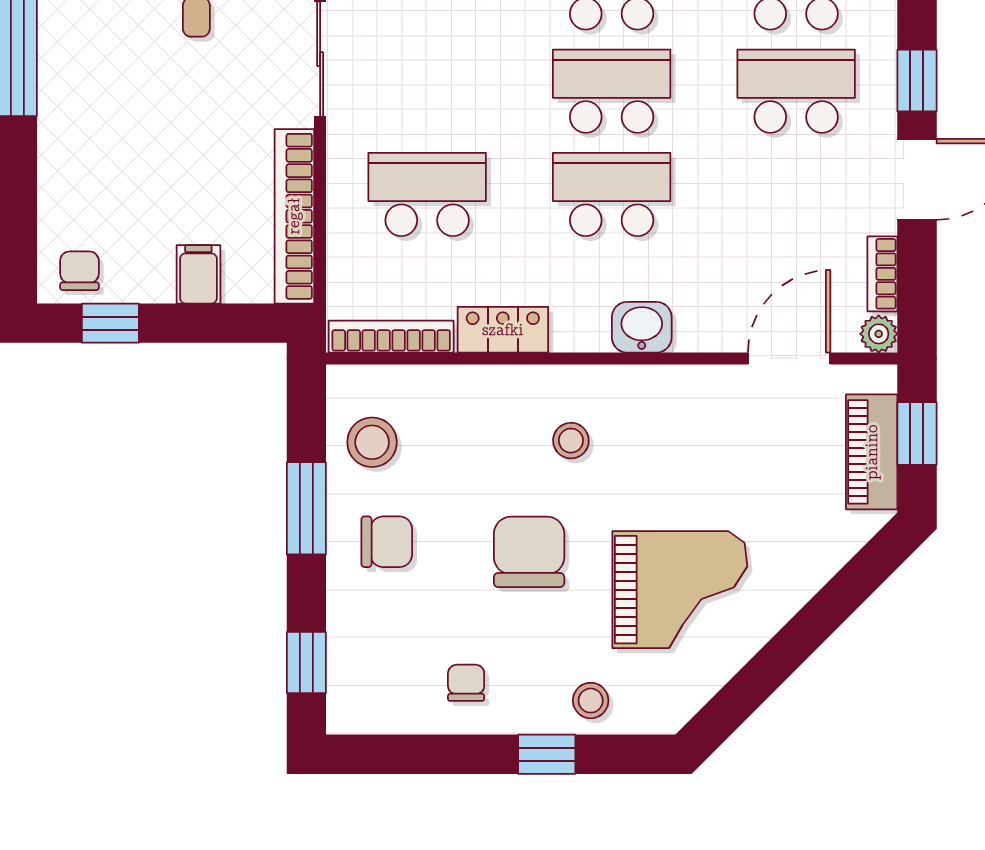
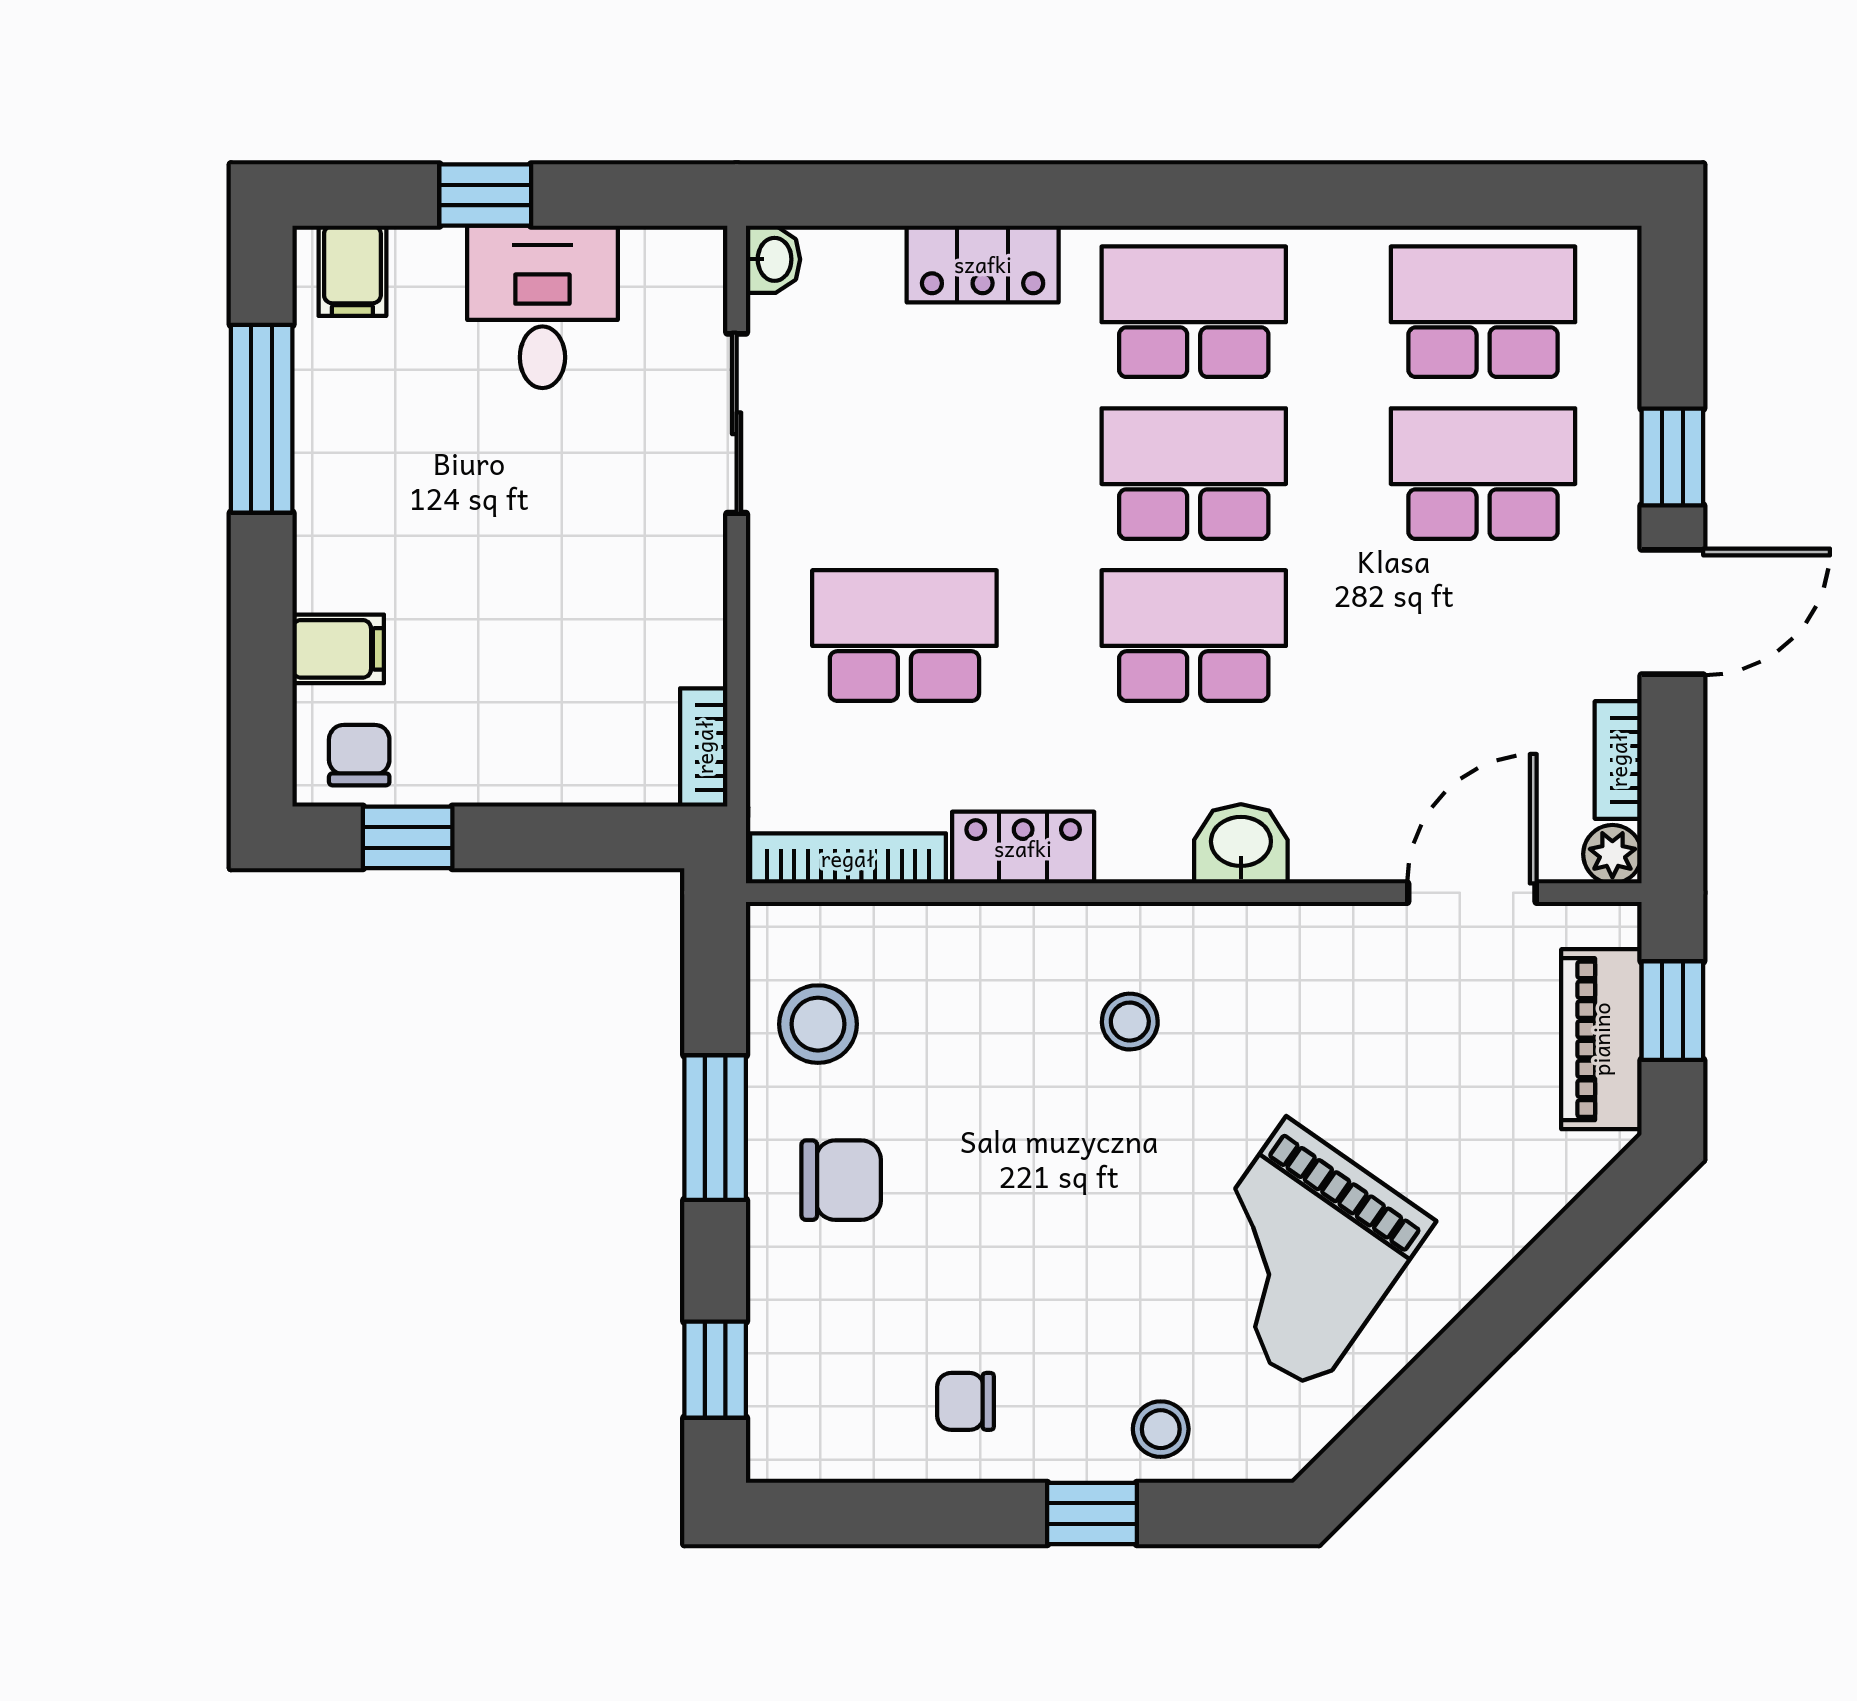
bookcase: (294, 216) -> (704, 747), width x0.43, depth x0.76
filing cabinet: (198, 274) -> (338, 649), moved, turned 90
chair: (529, 552) -> (1064, 1196), removed
grand piano: (680, 590) -> (1301, 1255), turned 125
chair: (466, 683) -> (966, 1401), turned -90

